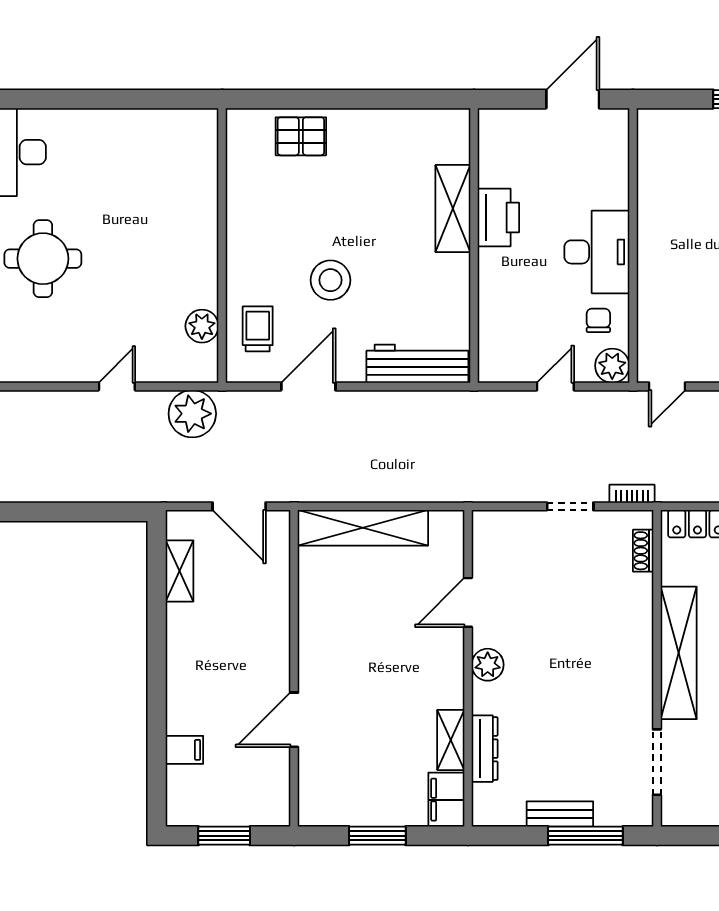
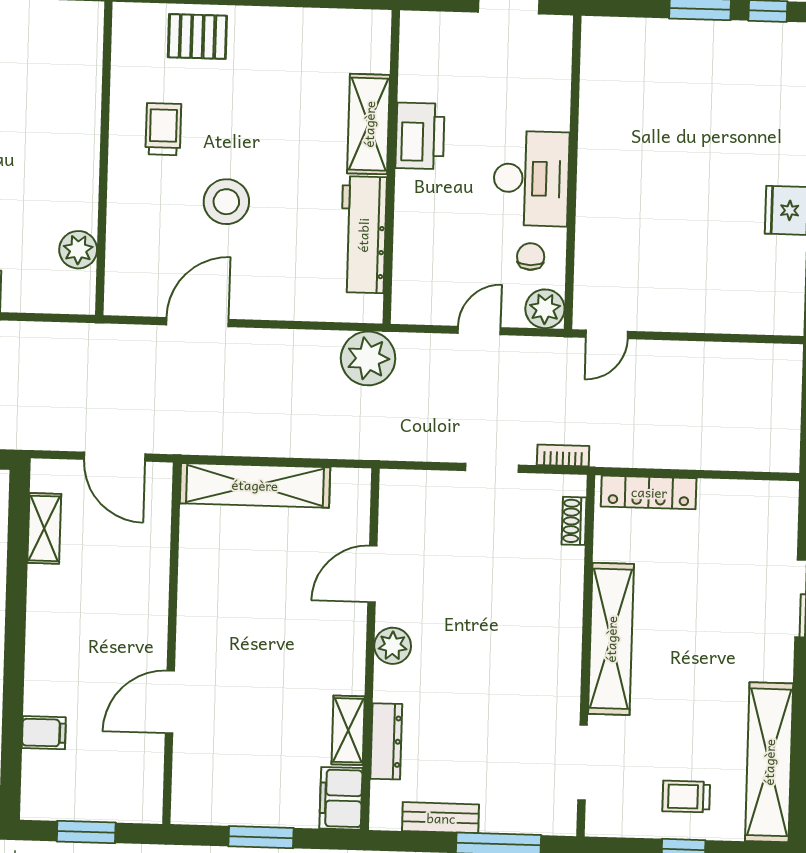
trolley: (258, 329) -> (163, 129), moved
workbench: (417, 364) -> (363, 235), moved, turned -90
plant: (192, 414) -> (368, 358), moved
bench: (560, 814) -> (441, 818), moved

